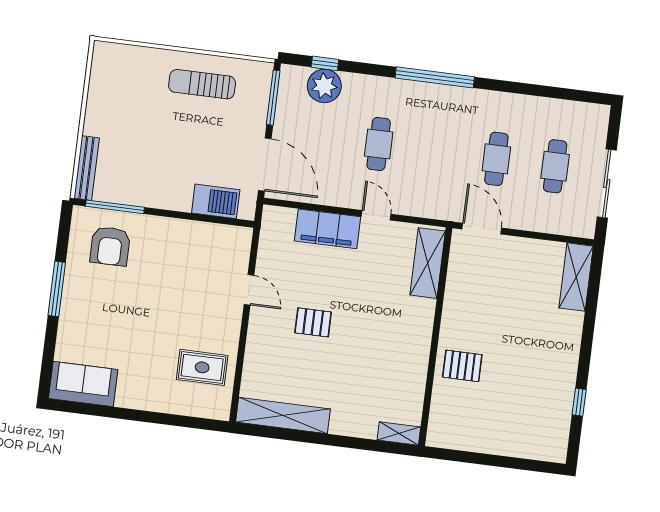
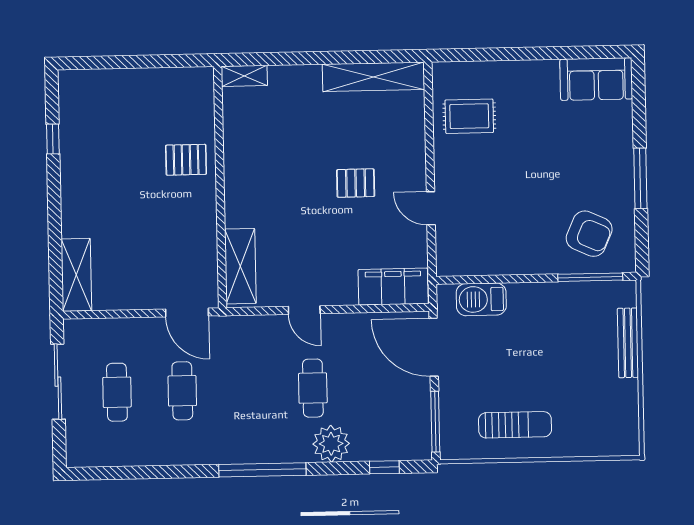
plant: (324, 86) -> (331, 444), moved
bench: (87, 168) -> (628, 343), moved
filing cabinet: (327, 229) -> (393, 287), moved
armchair: (110, 246) -> (589, 234), turned 114

